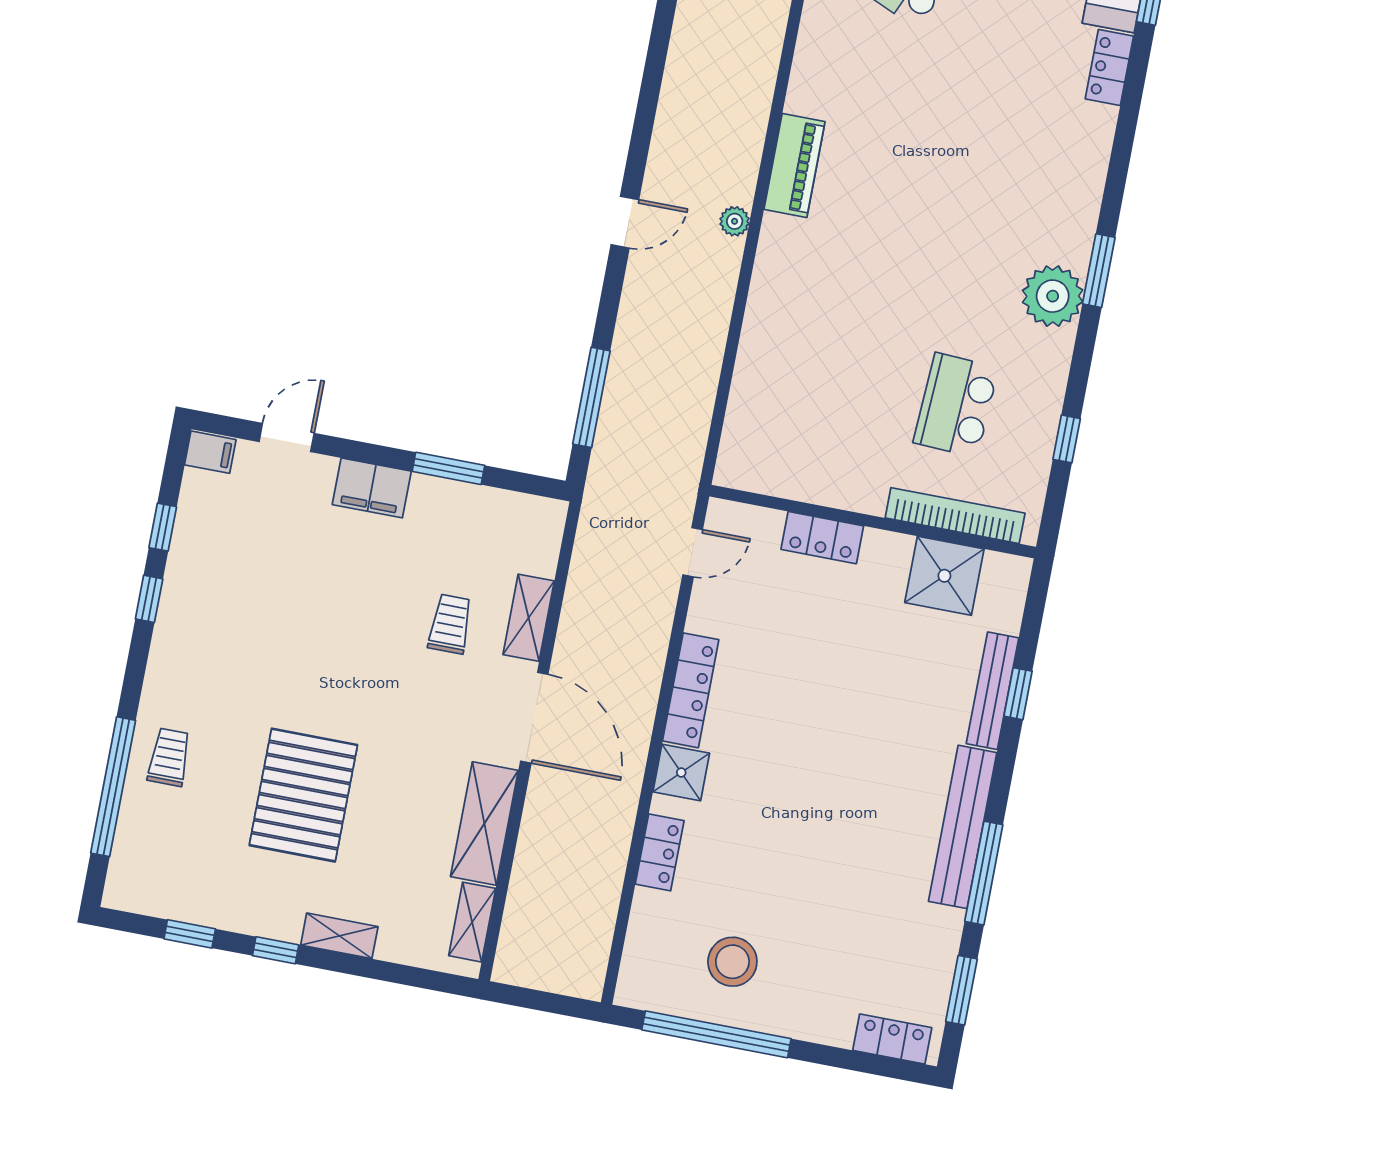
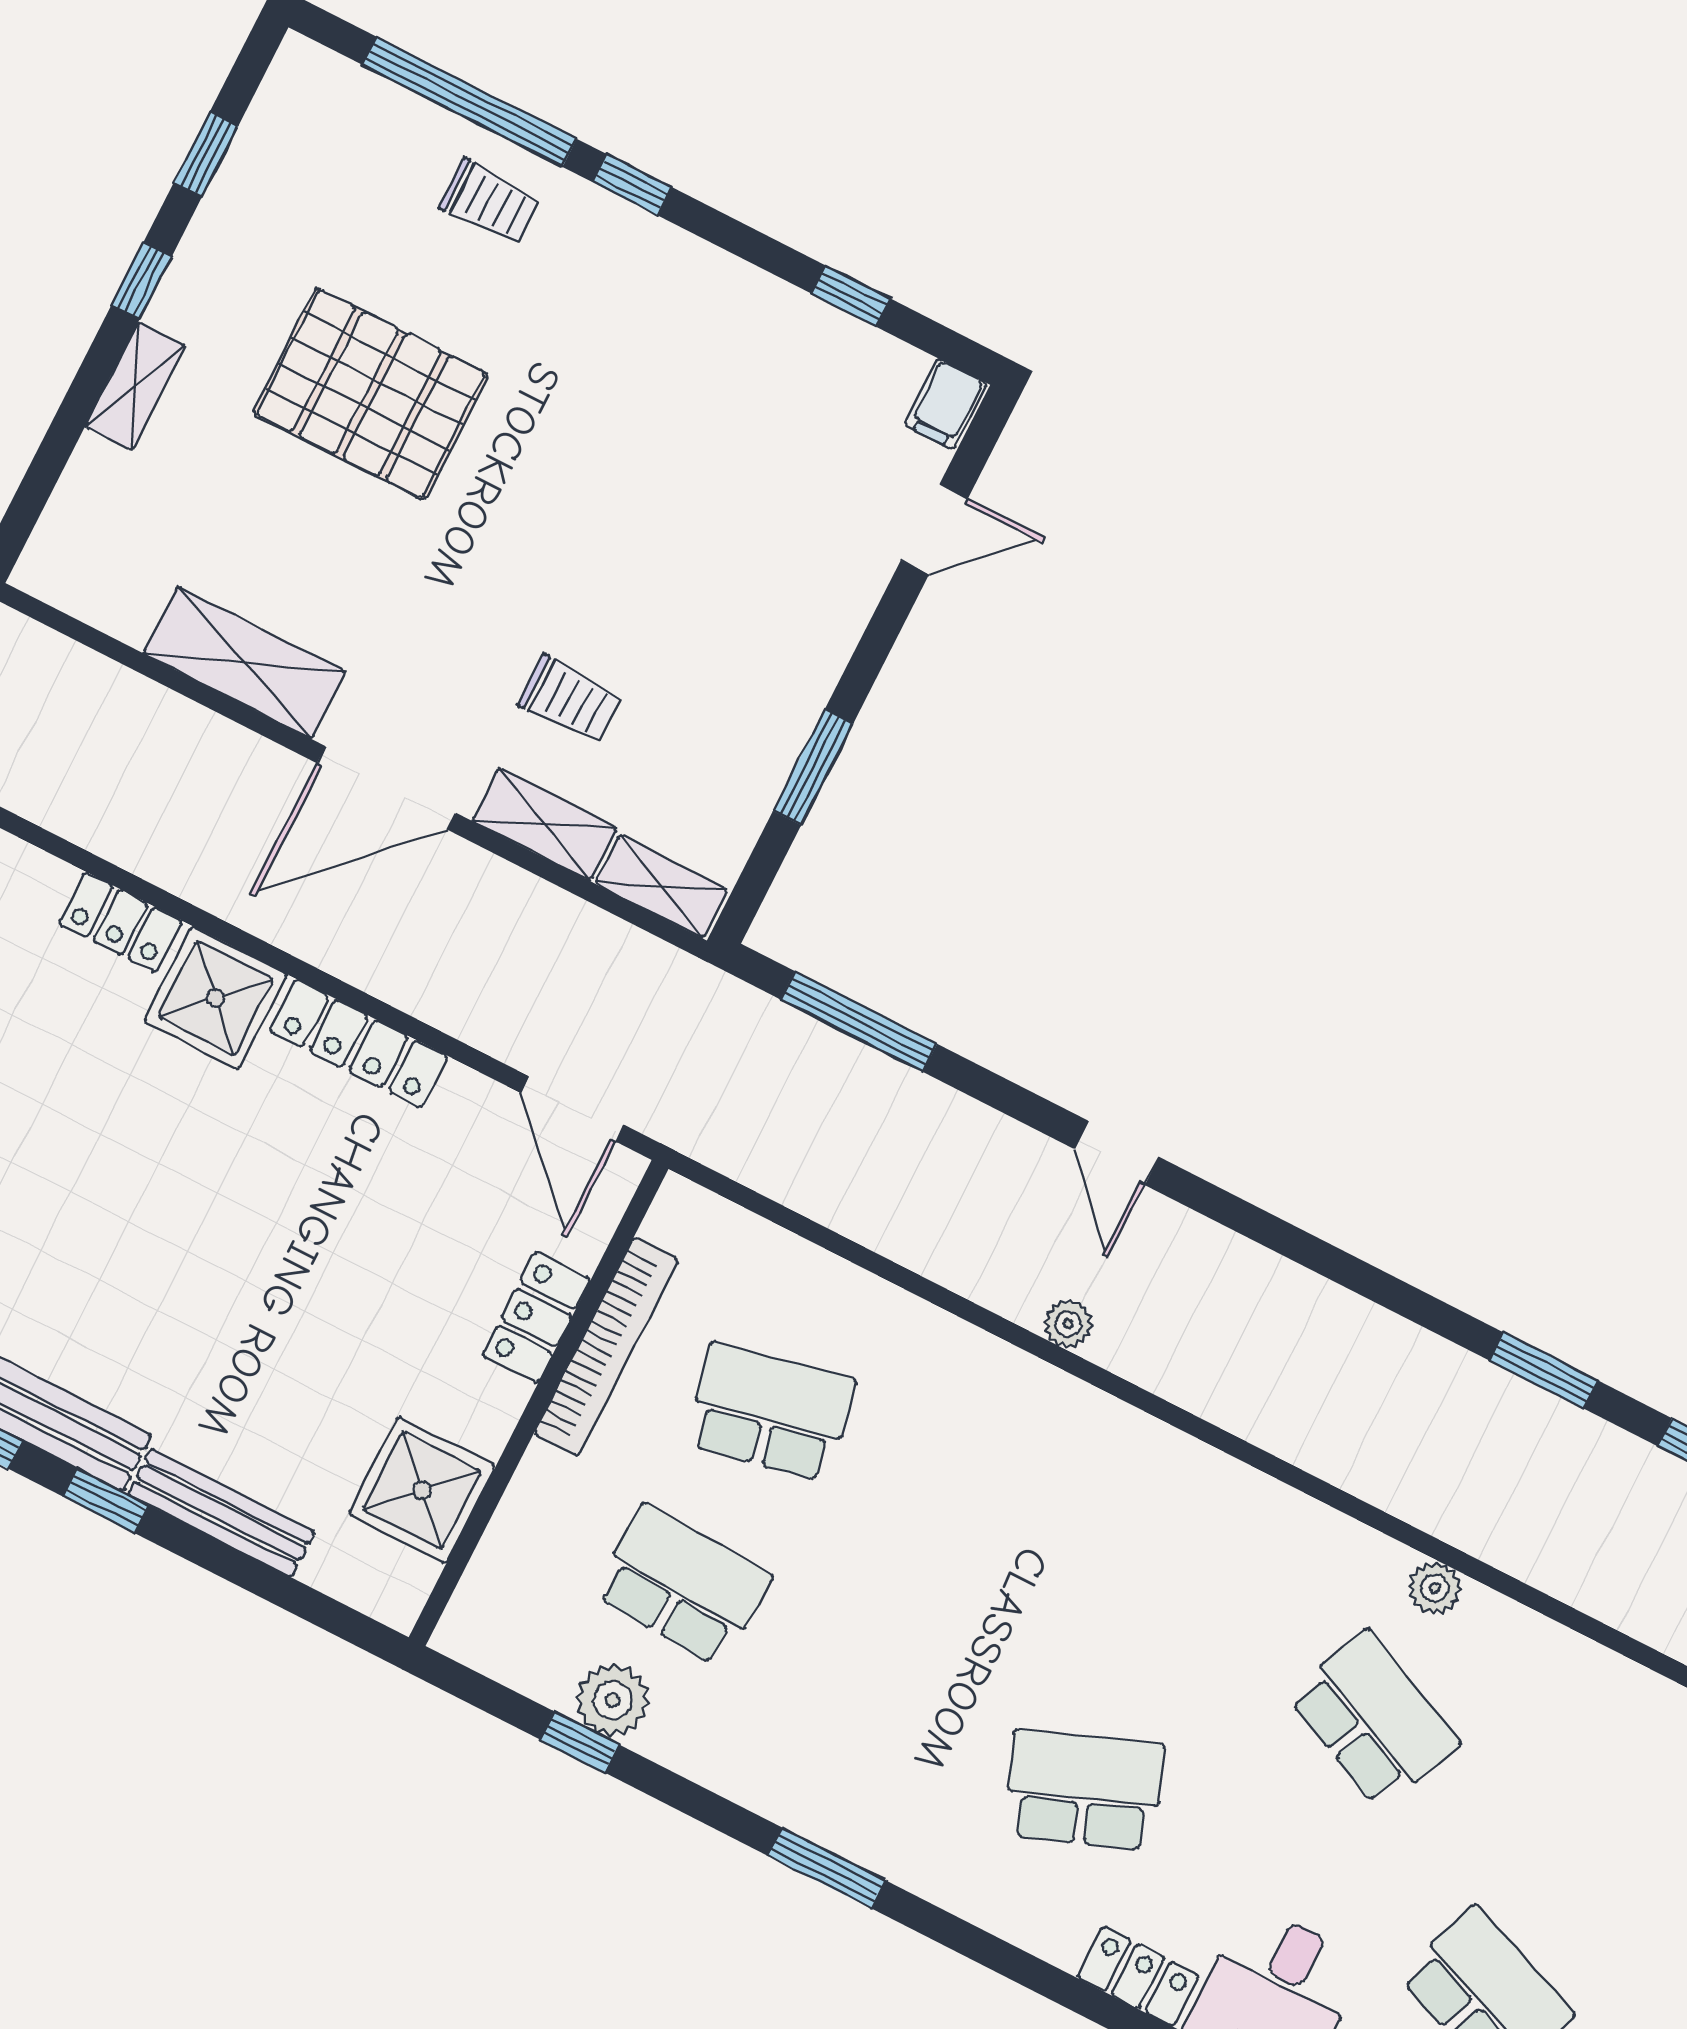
school desk: (1008, 132) -> (1084, 1790), added
piano: (795, 166) -> (1128, 1442), removed
plant: (1053, 296) -> (613, 1700), moved, width x0.73, depth x0.73
school desk: (838, 383) -> (770, 1412), added
door: (287, 437) -> (934, 529), hinge flipped
filing cabinet: (372, 488) -> (817, 639), removed
bookcase: (955, 516) -> (606, 1347), moved
door: (693, 552) -> (572, 1109), width x1.38
window: (149, 599) -> (632, 185), moved
window: (1018, 694) -> (106, 1501), moved
shower: (681, 772) -> (216, 998), width x1.36, depth x1.36
shelving: (472, 922) -> (661, 887), moved

